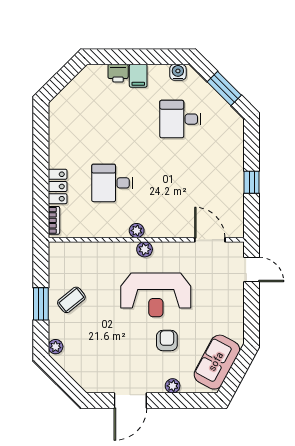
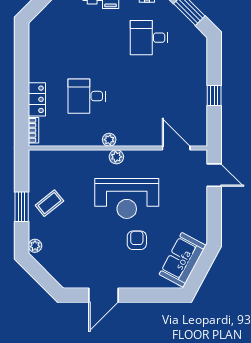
plant: (173, 386) -> (142, 282), removed

